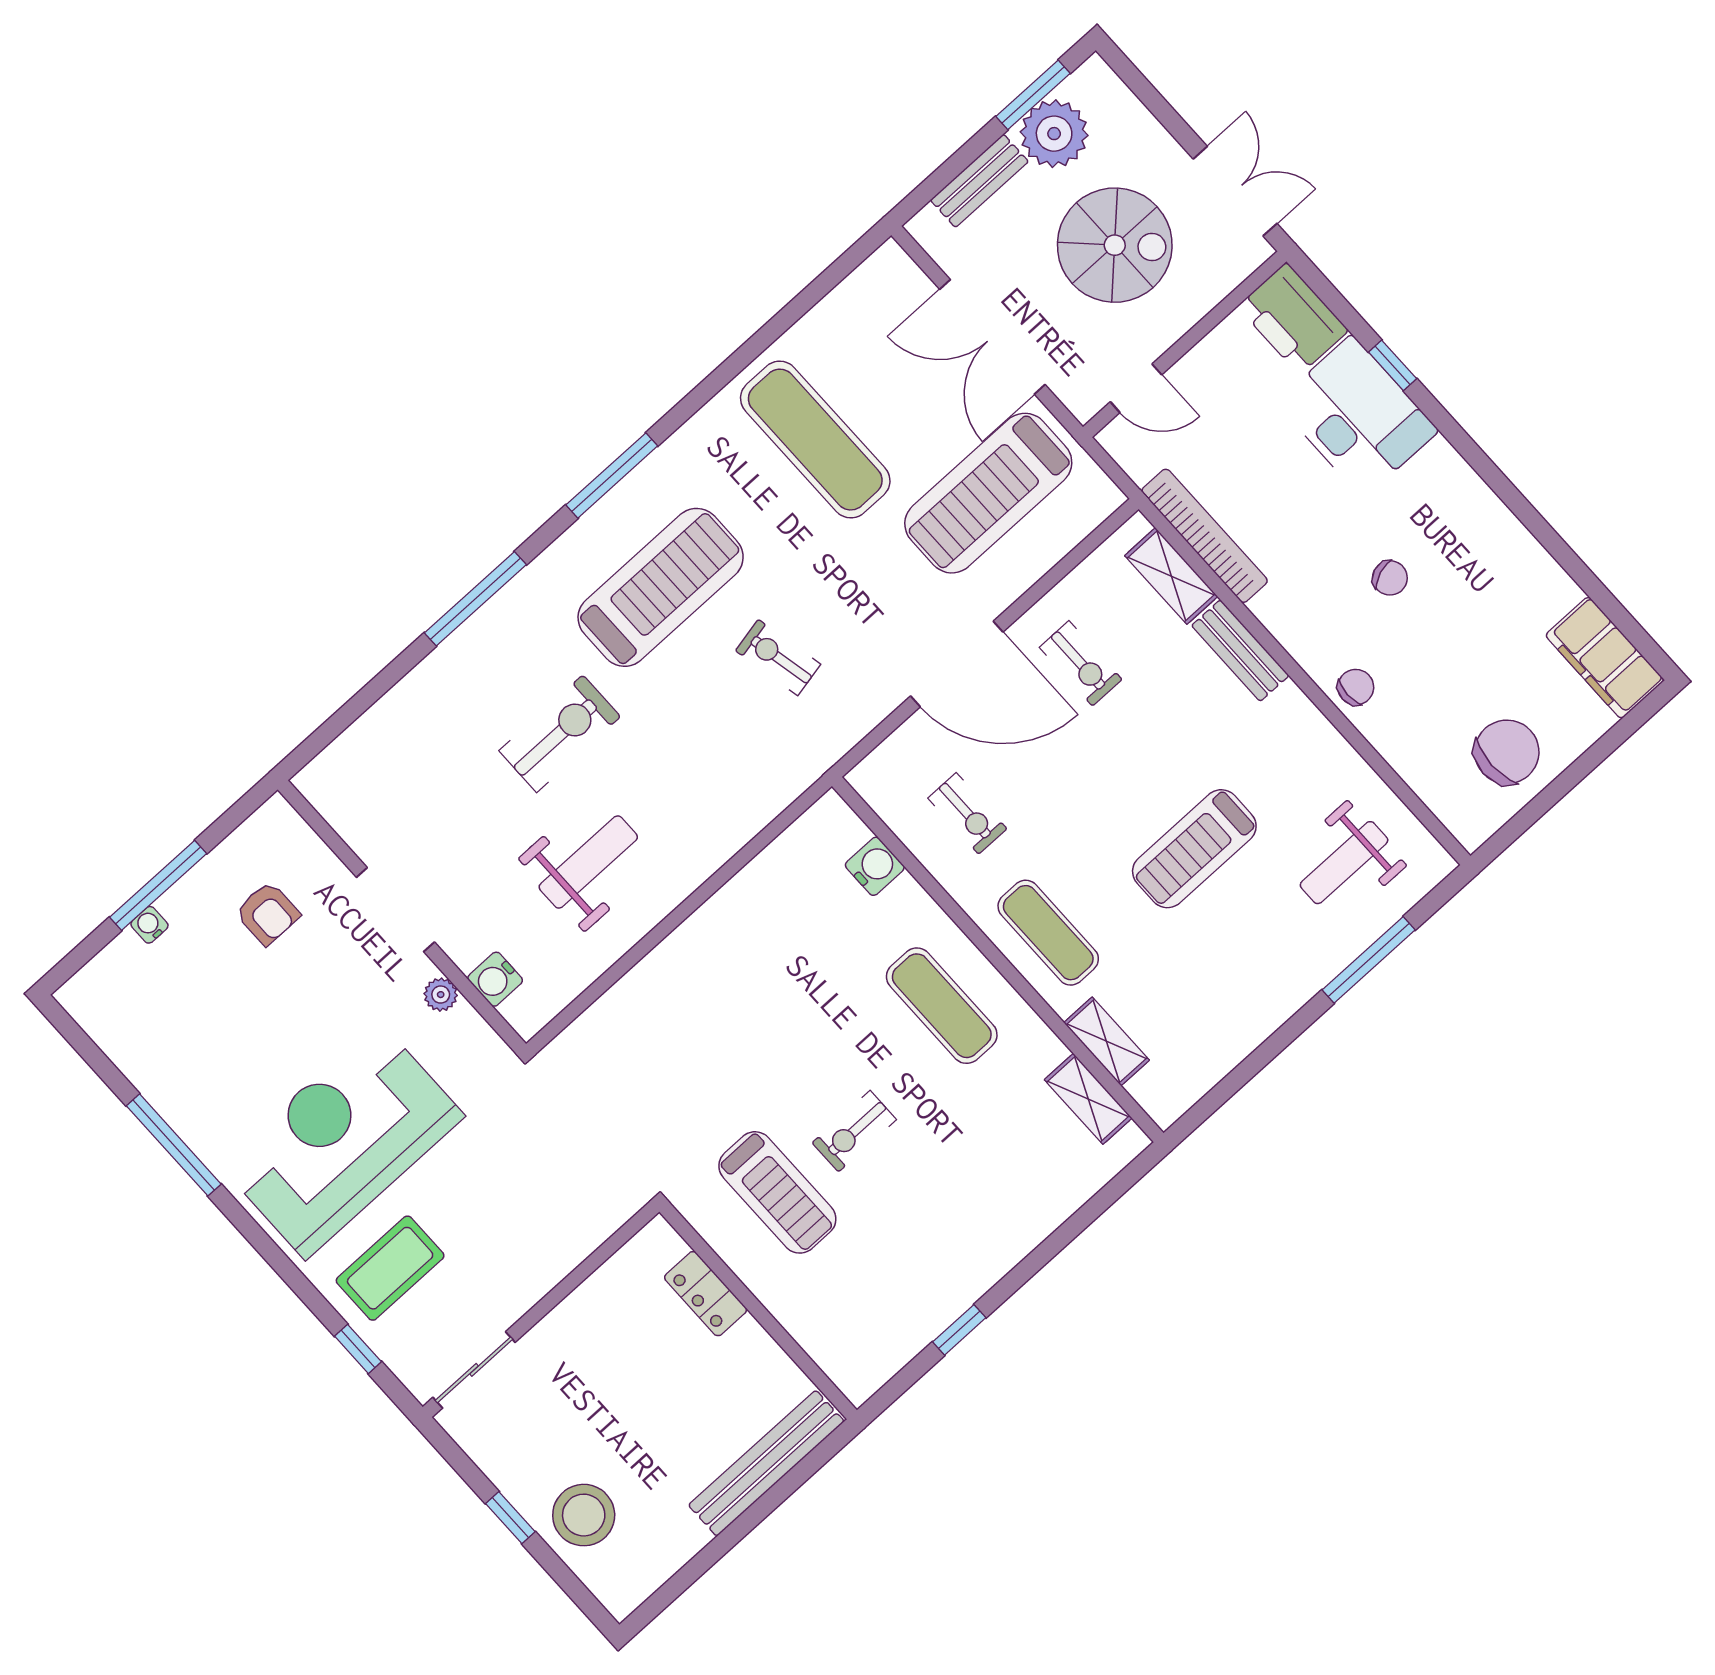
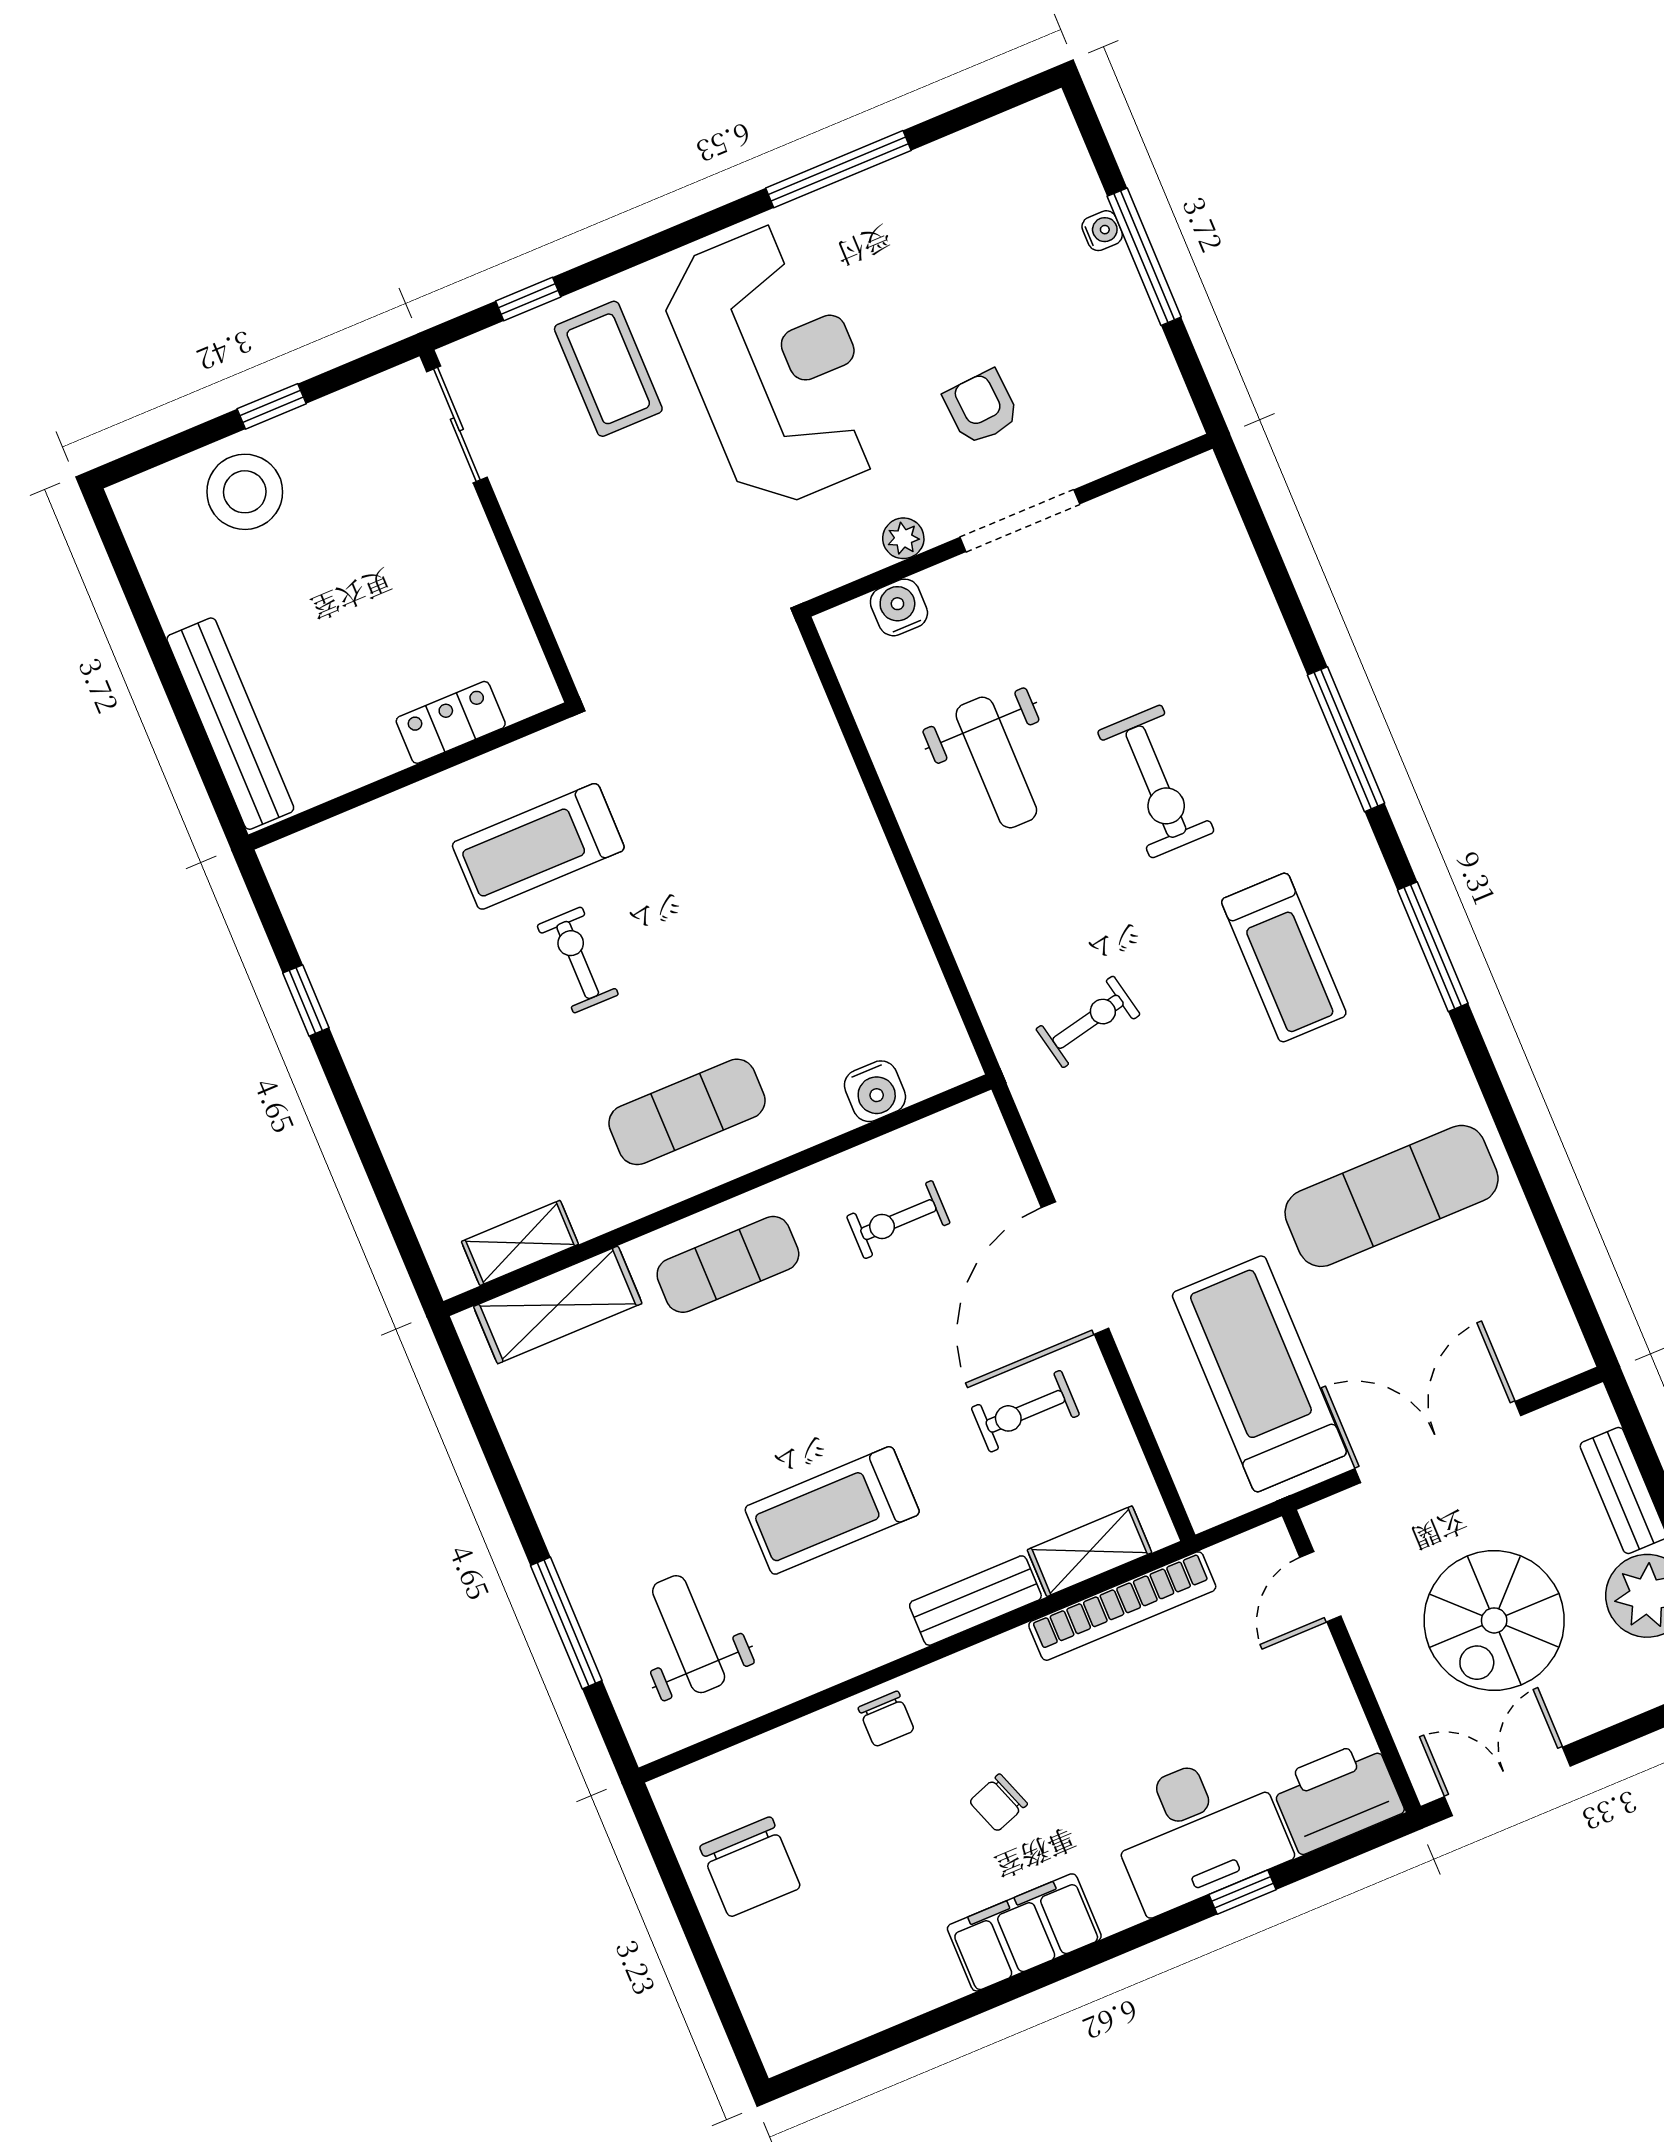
double door: (1235, 191) -> (1507, 1781), swing flipped
treadmill: (661, 587) -> (1284, 957), width x0.73, depth x0.73
exercise bike: (778, 657) -> (1088, 1022), moved
filing cabinet: (1605, 658) -> (1024, 1932), moved
treadmill: (1194, 849) -> (832, 1510), moved, turned -90
armchair: (268, 913) -> (981, 407), moved, turned 86
shelving: (1107, 1041) -> (558, 1305), width x1.50, depth x1.33

